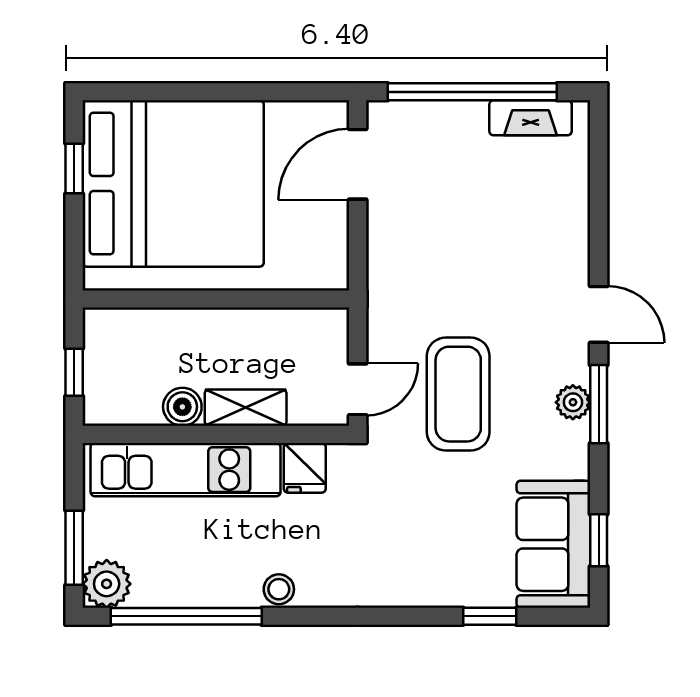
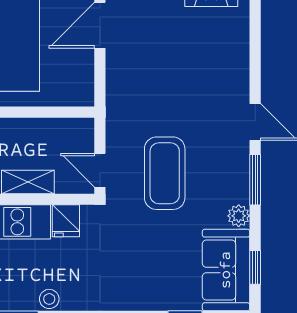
door: (358, 389) -> (100, 170), swing flipped
plant: (573, 402) -> (239, 216), moved

